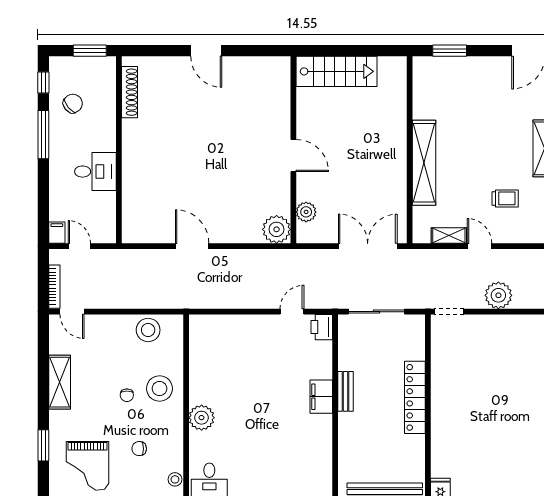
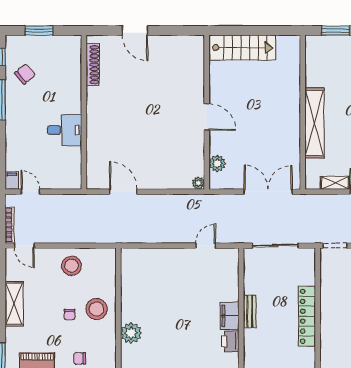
shoe rack: (129, 92) -> (93, 65), moved
wall: (119, 150) -> (84, 112), moved
desk: (95, 172) -> (65, 130), moved
plant: (277, 229) -> (198, 183), width x0.53, depth x0.53
printer: (322, 327) -> (230, 341), moved
stool: (148, 330) -> (72, 266), moved

